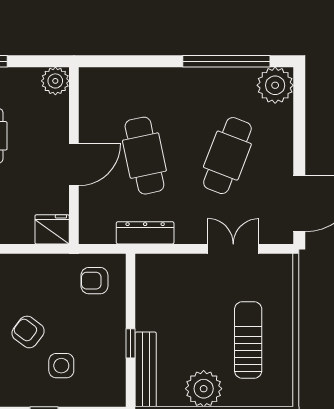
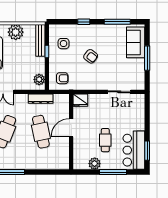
plant: (55, 81) -> (95, 164), moved
plant: (148, 278) -> (39, 79), added
side table: (61, 366) -> (64, 44), moved

